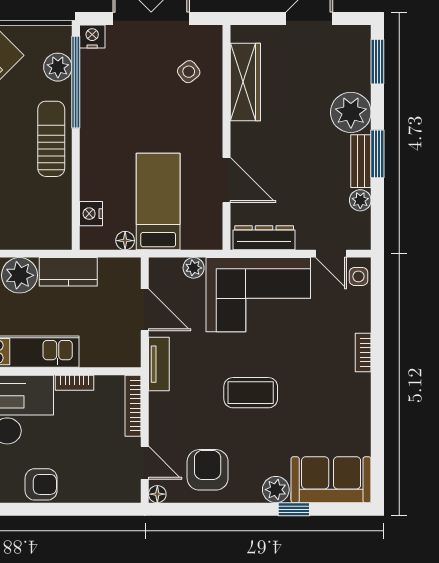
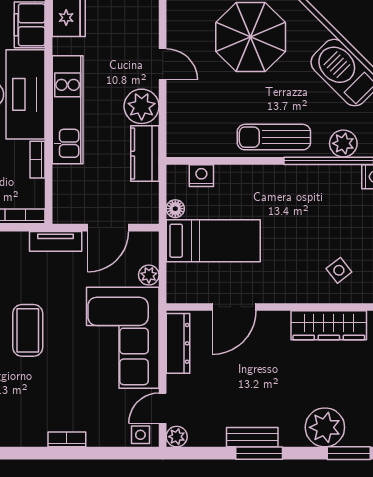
plant: (351, 112) -> (325, 427), moved
sun lounger: (51, 139) -> (274, 137), turned 180
plant: (360, 200) -> (177, 437), moved

